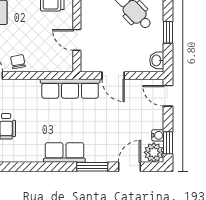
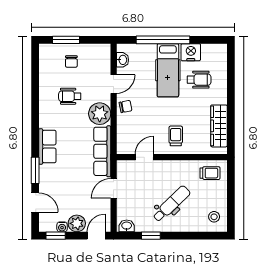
plant: (26, 92) -> (100, 114), added
plant: (154, 152) -> (77, 223), moved

